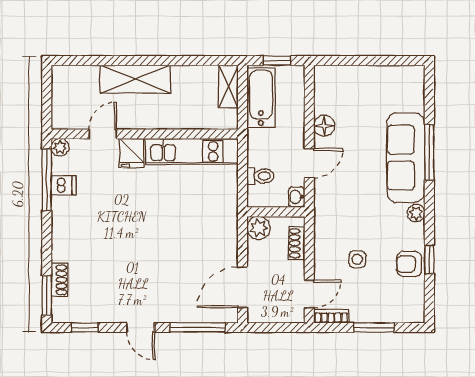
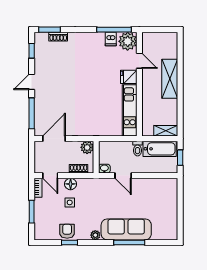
floor lamp: (324, 126) -> (71, 184), moved
plant: (60, 147) -> (128, 41), width x1.87, depth x1.87
toilet: (260, 176) -> (138, 149), moved
door: (242, 287) -> (54, 139), hinge flipped

